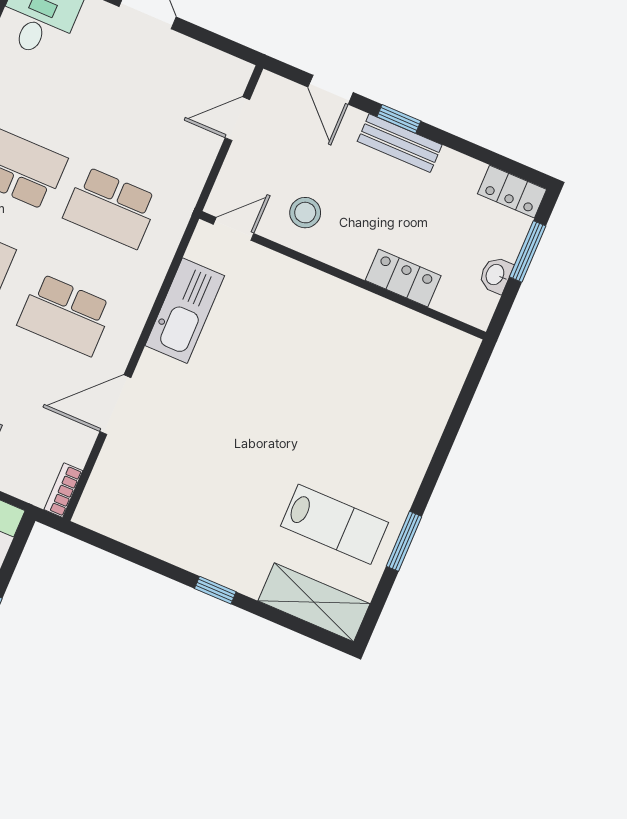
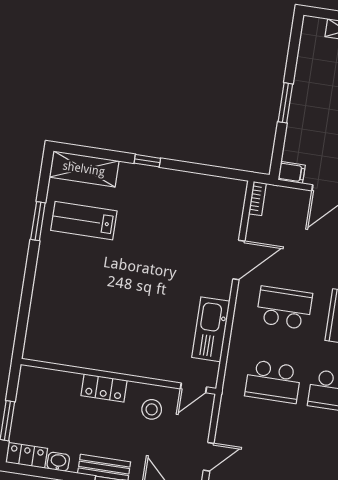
school desk: (111, 208) -> (273, 382), turned 180
washbasin: (496, 275) -> (58, 462), moved, turned -90
locker: (403, 278) -> (104, 388), moved

